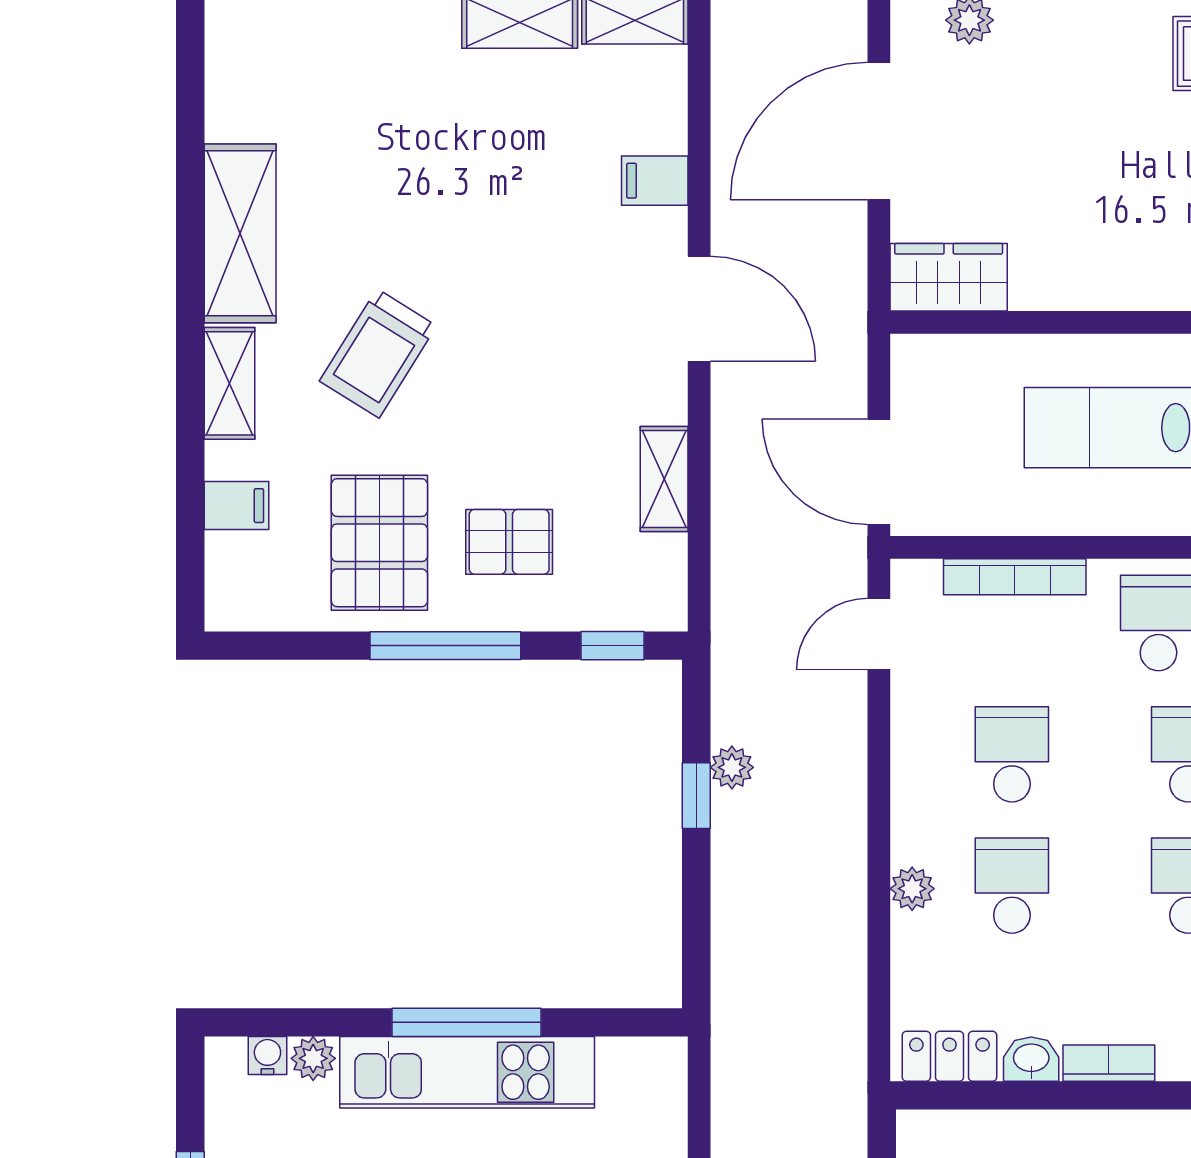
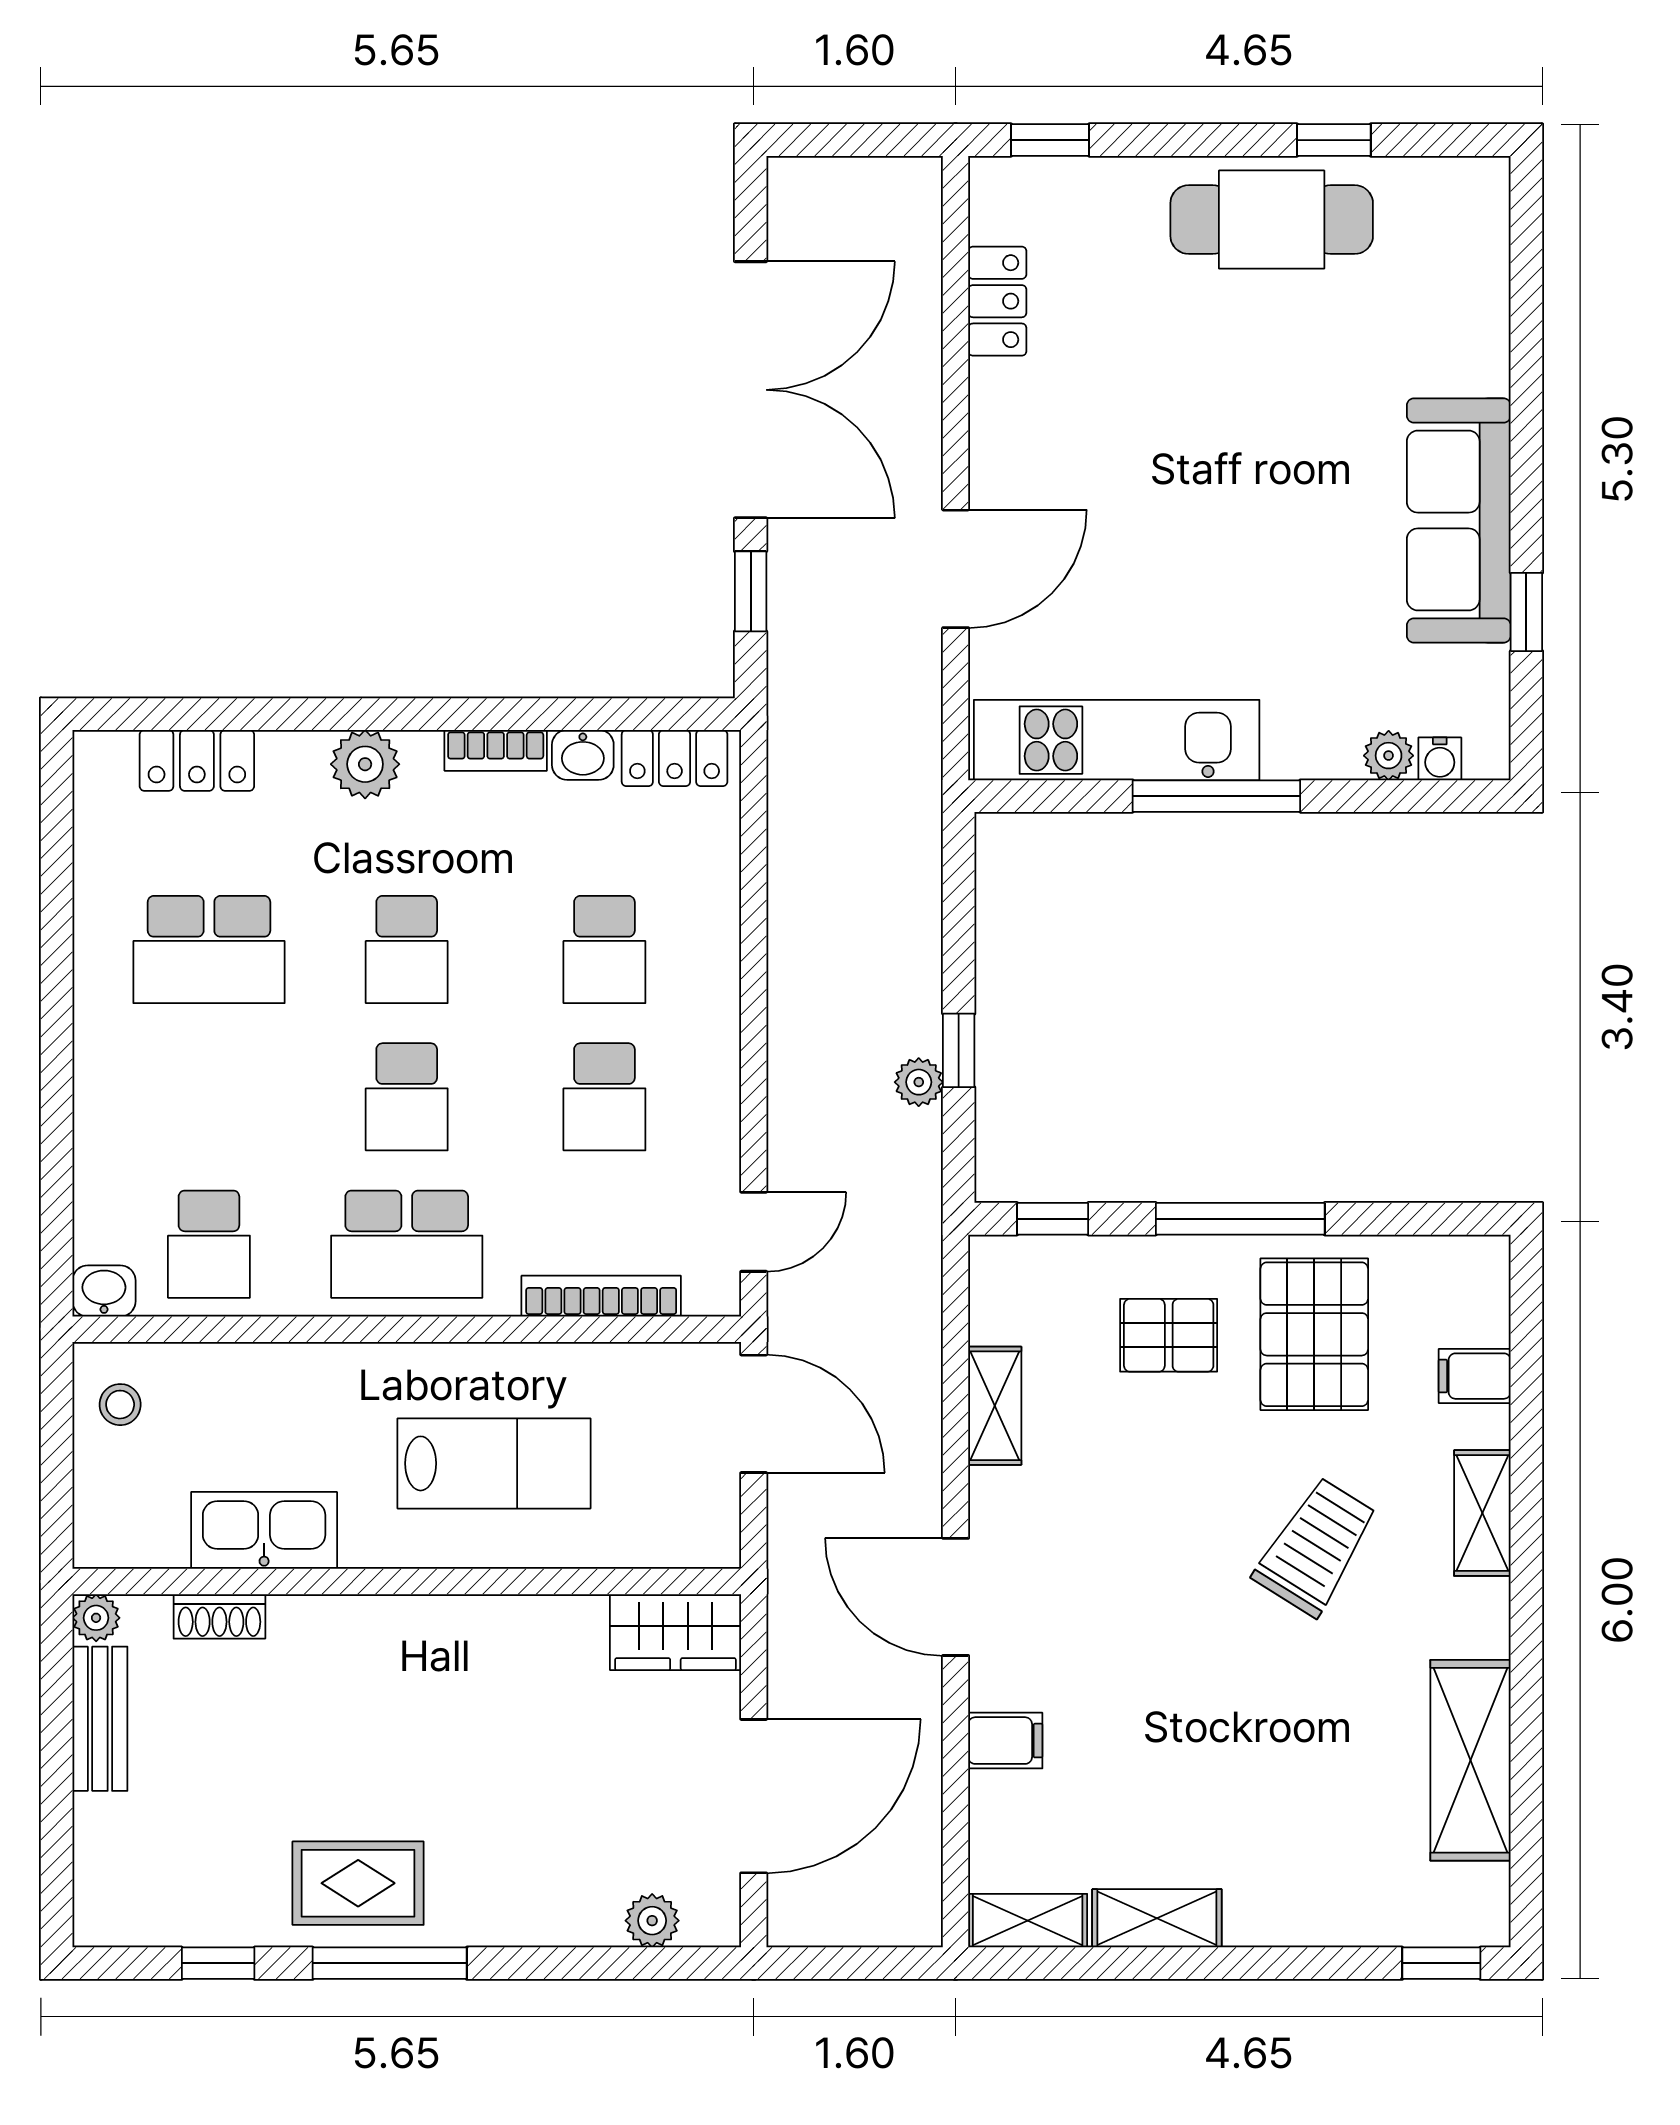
shelving: (240, 233) -> (1471, 1760), moved
plant: (912, 889) -> (716, 946), removed
kitchen unit: (467, 1072) -> (1117, 740), moved

